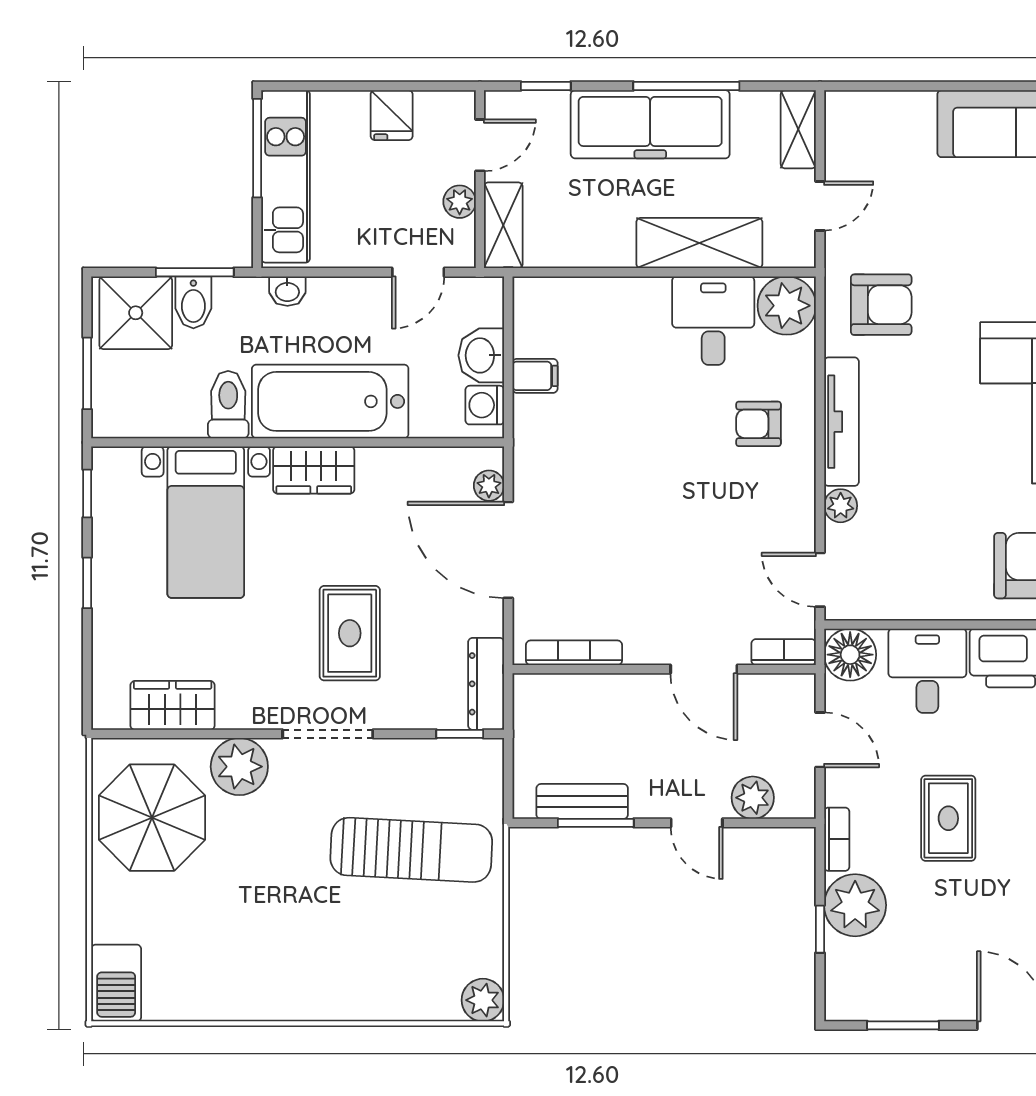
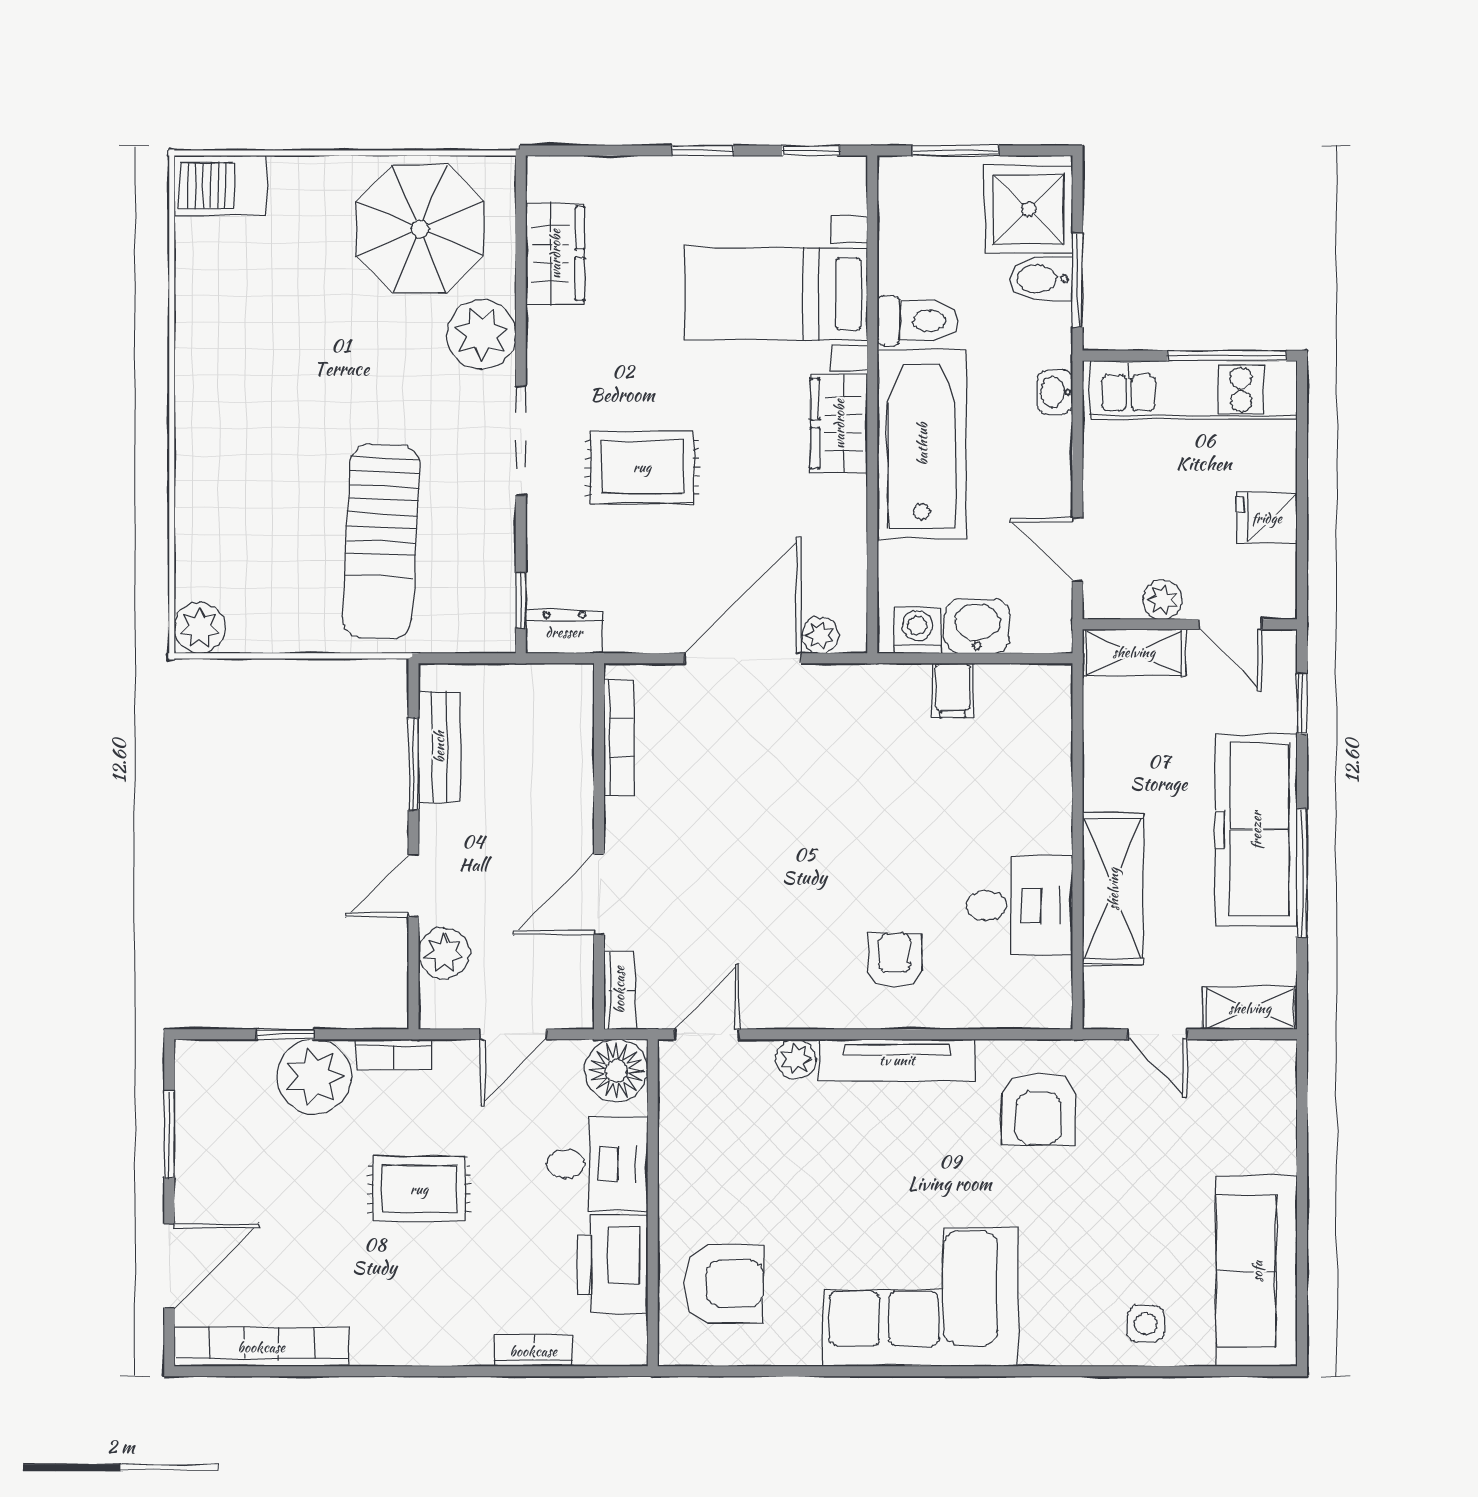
plant: (787, 306) -> (1037, 994), removed
dresser: (486, 684) -> (564, 632), width x0.70

